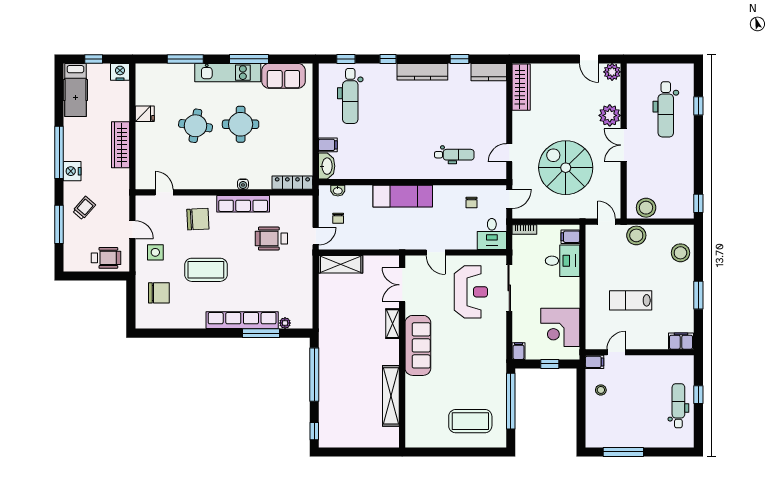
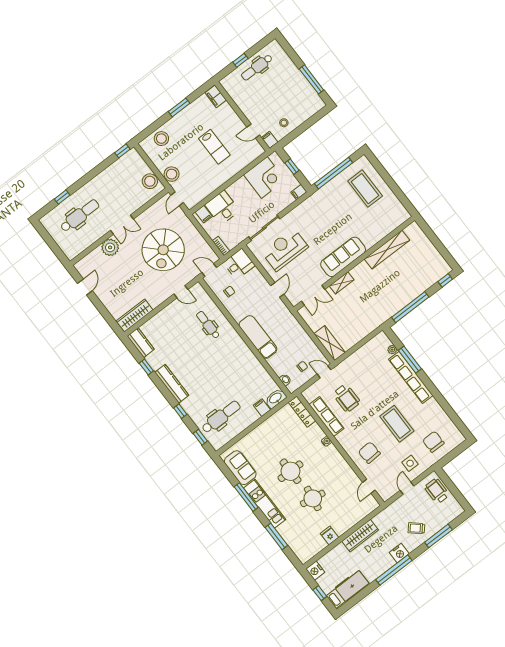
plant: (612, 72) -> (82, 267), removed
row of seats: (243, 204) -> (327, 417), moved

